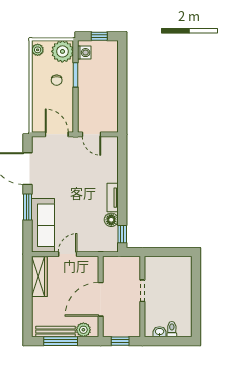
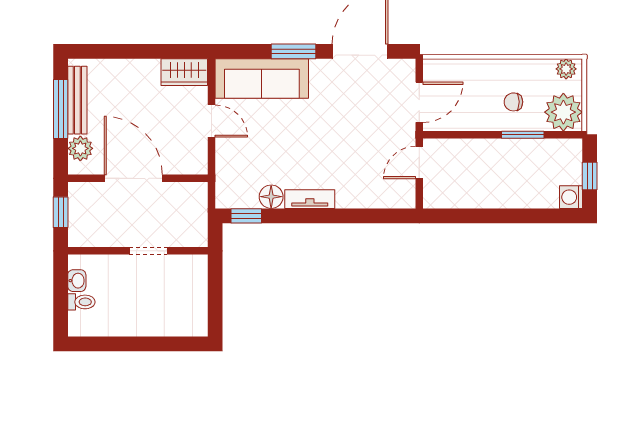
washing machine: (84, 53) -> (571, 197), moved, turned 90
wardrobe: (39, 277) -> (184, 72), width x0.67

